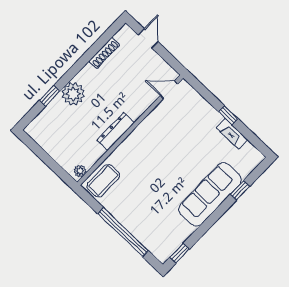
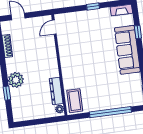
dresser: (116, 131) -> (56, 91), moved
fireplace: (232, 134) -> (121, 10), moved

